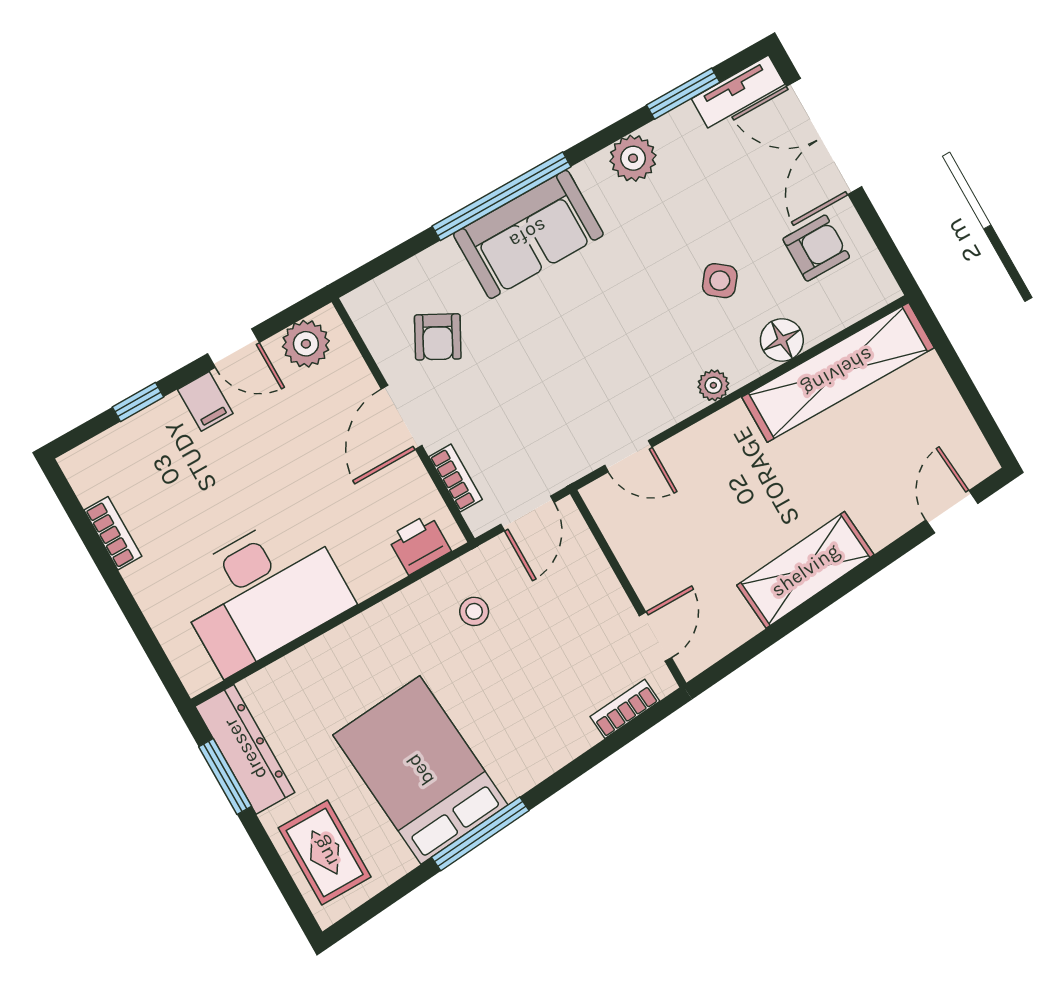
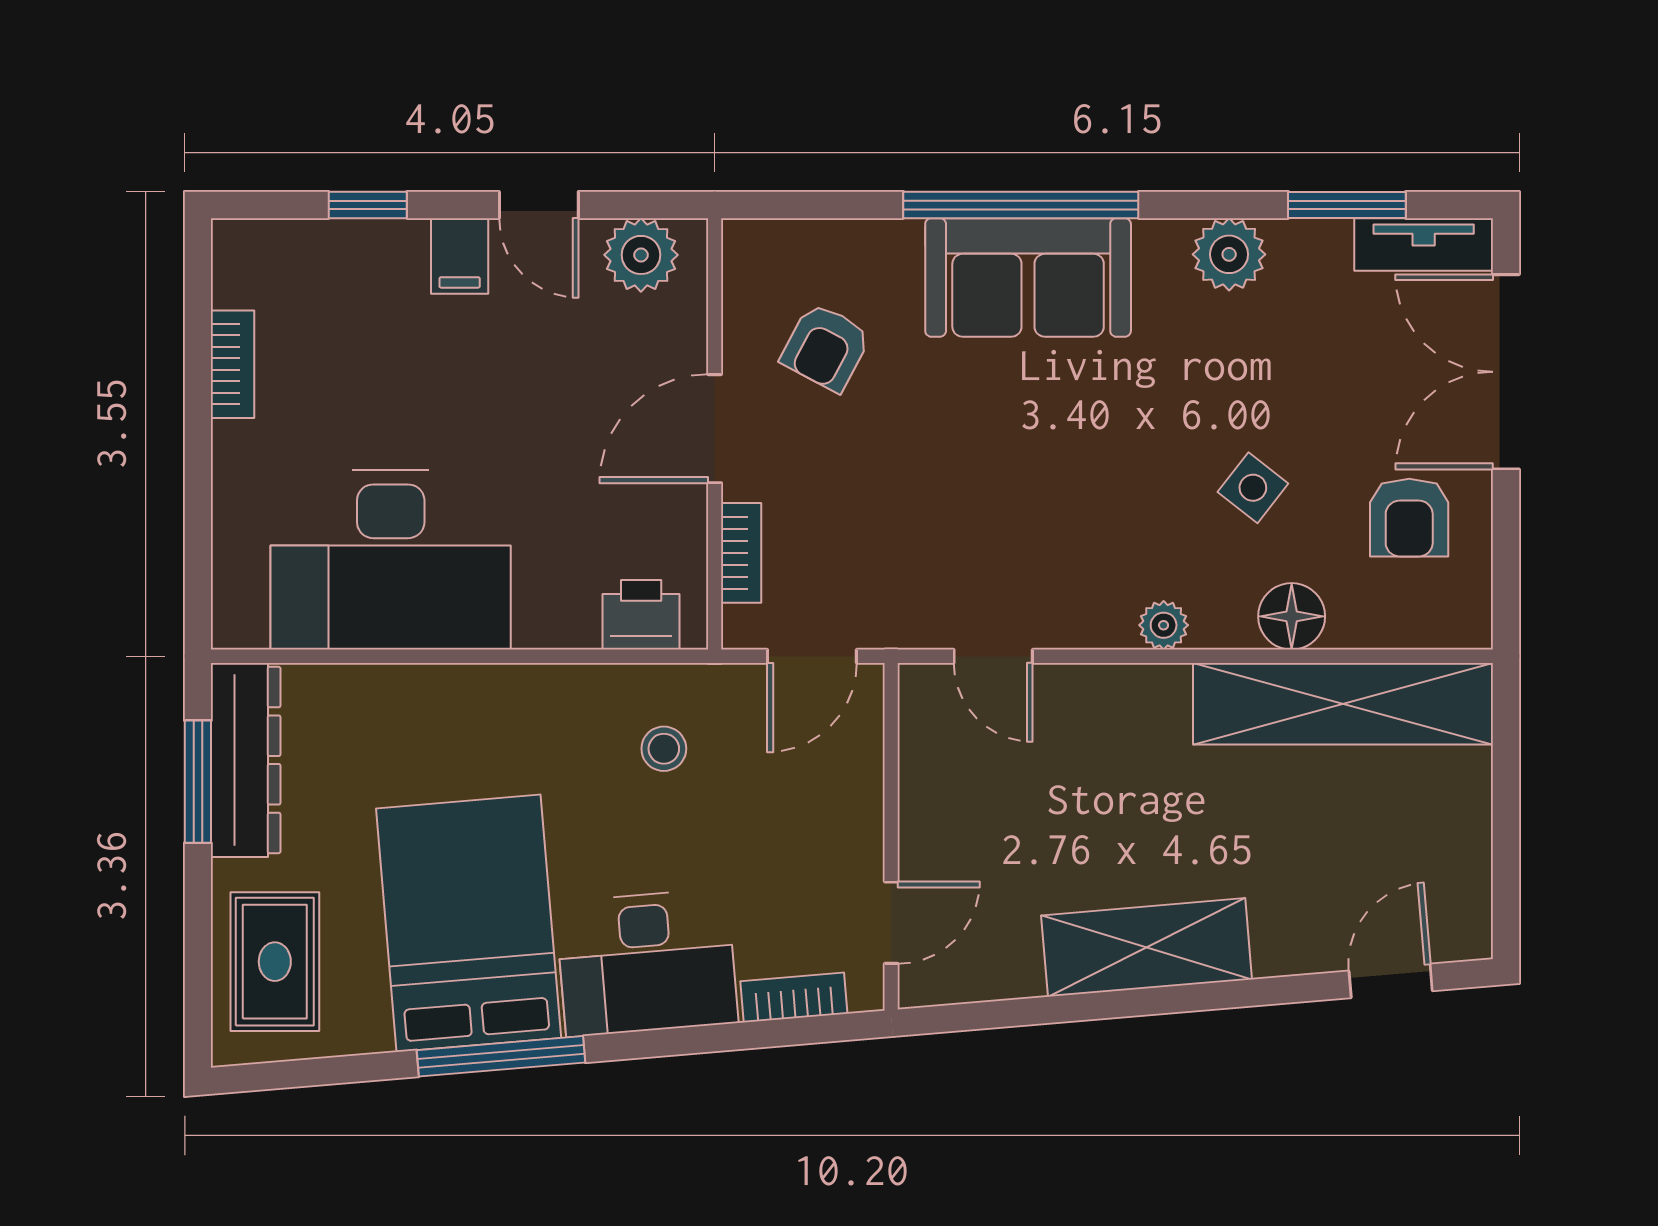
armchair: (816, 248) -> (1409, 518), turned 90
desk: (532, 736) -> (647, 963), added

